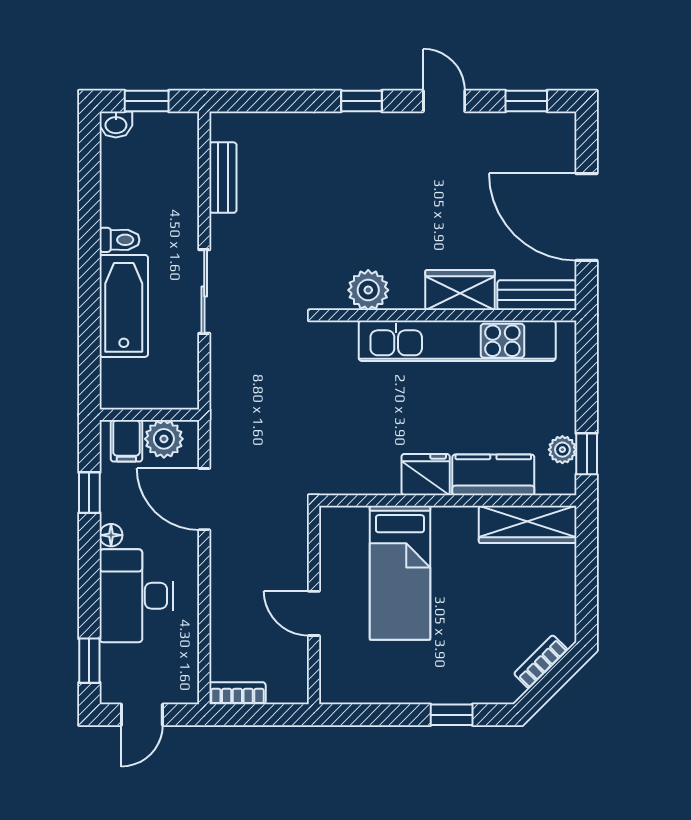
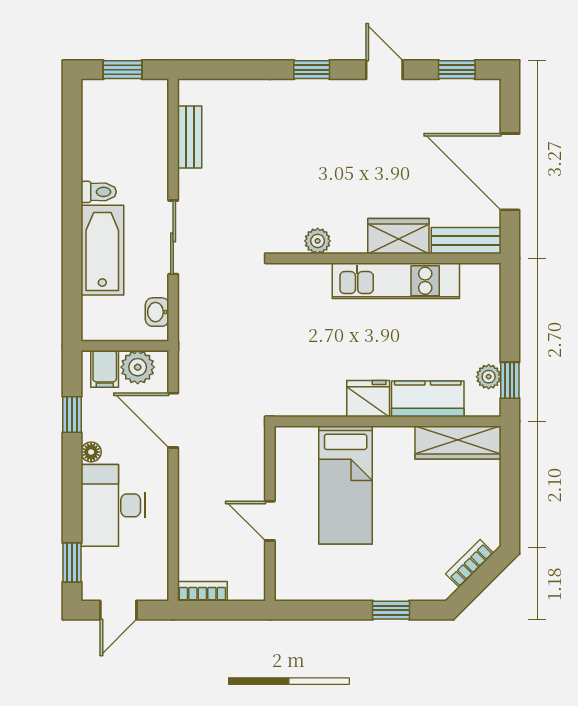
washbasin: (116, 124) -> (157, 312), moved, turned 90
plant: (368, 290) -> (318, 241), width x0.73, depth x0.73
kitchen unit: (457, 341) -> (396, 281), width x0.73

